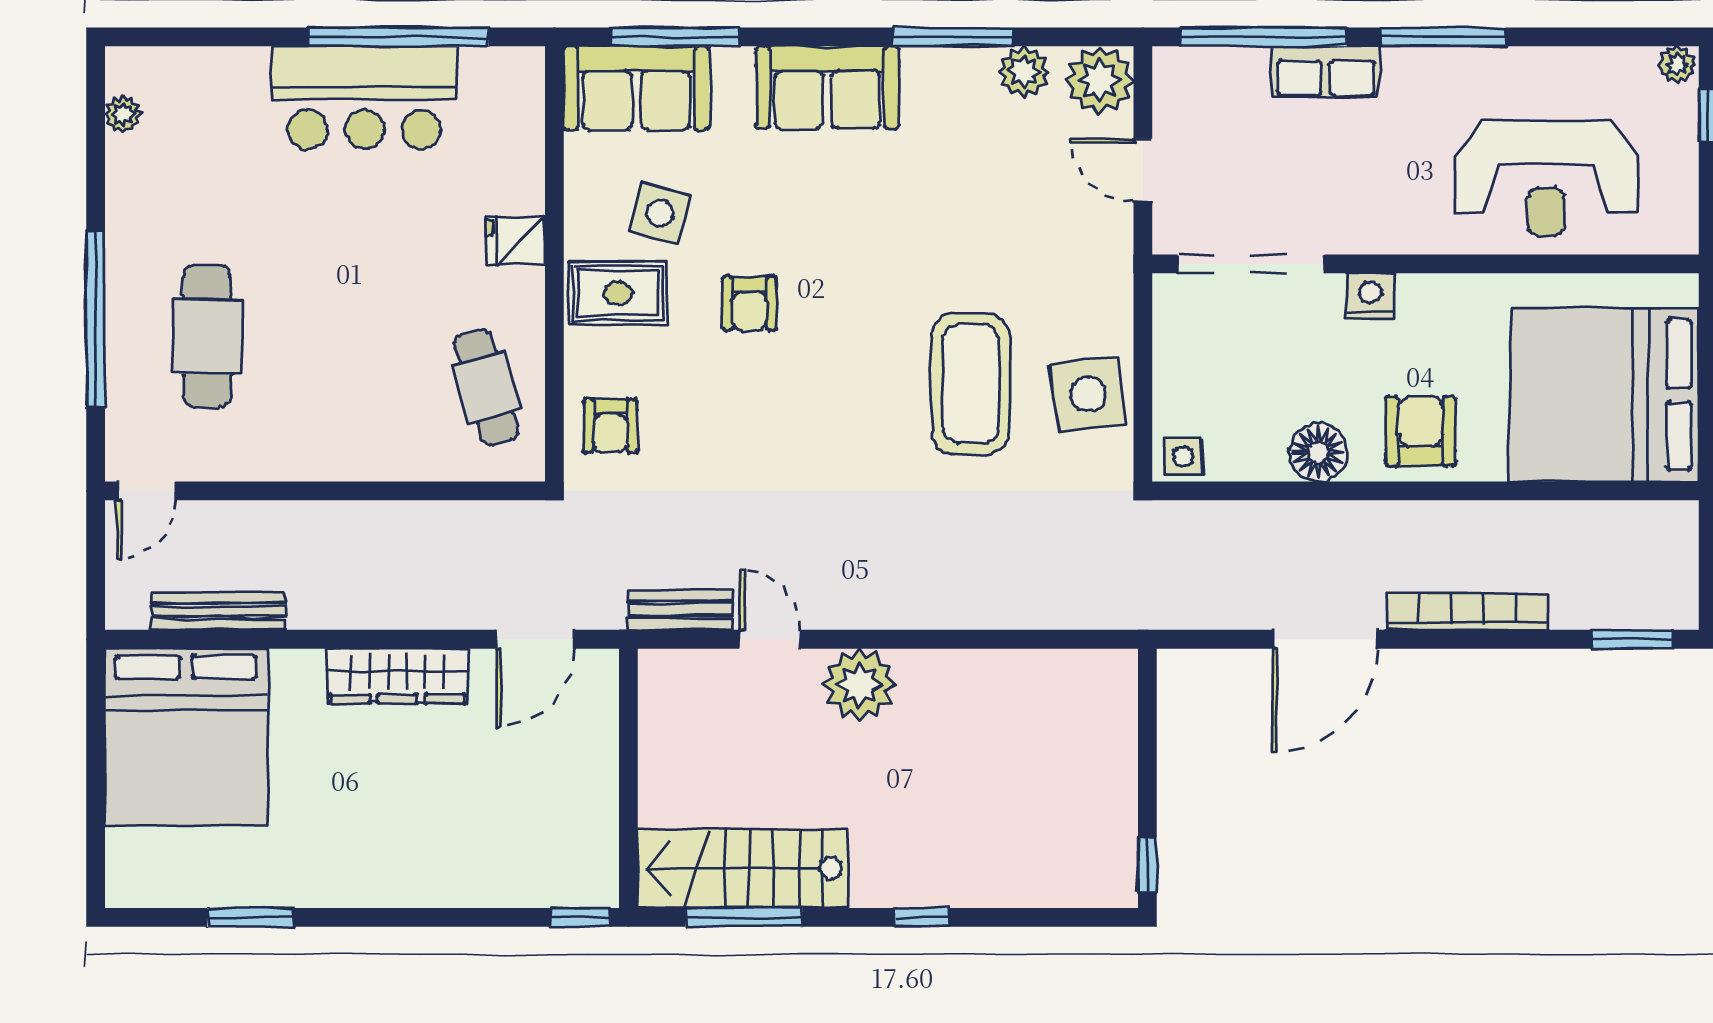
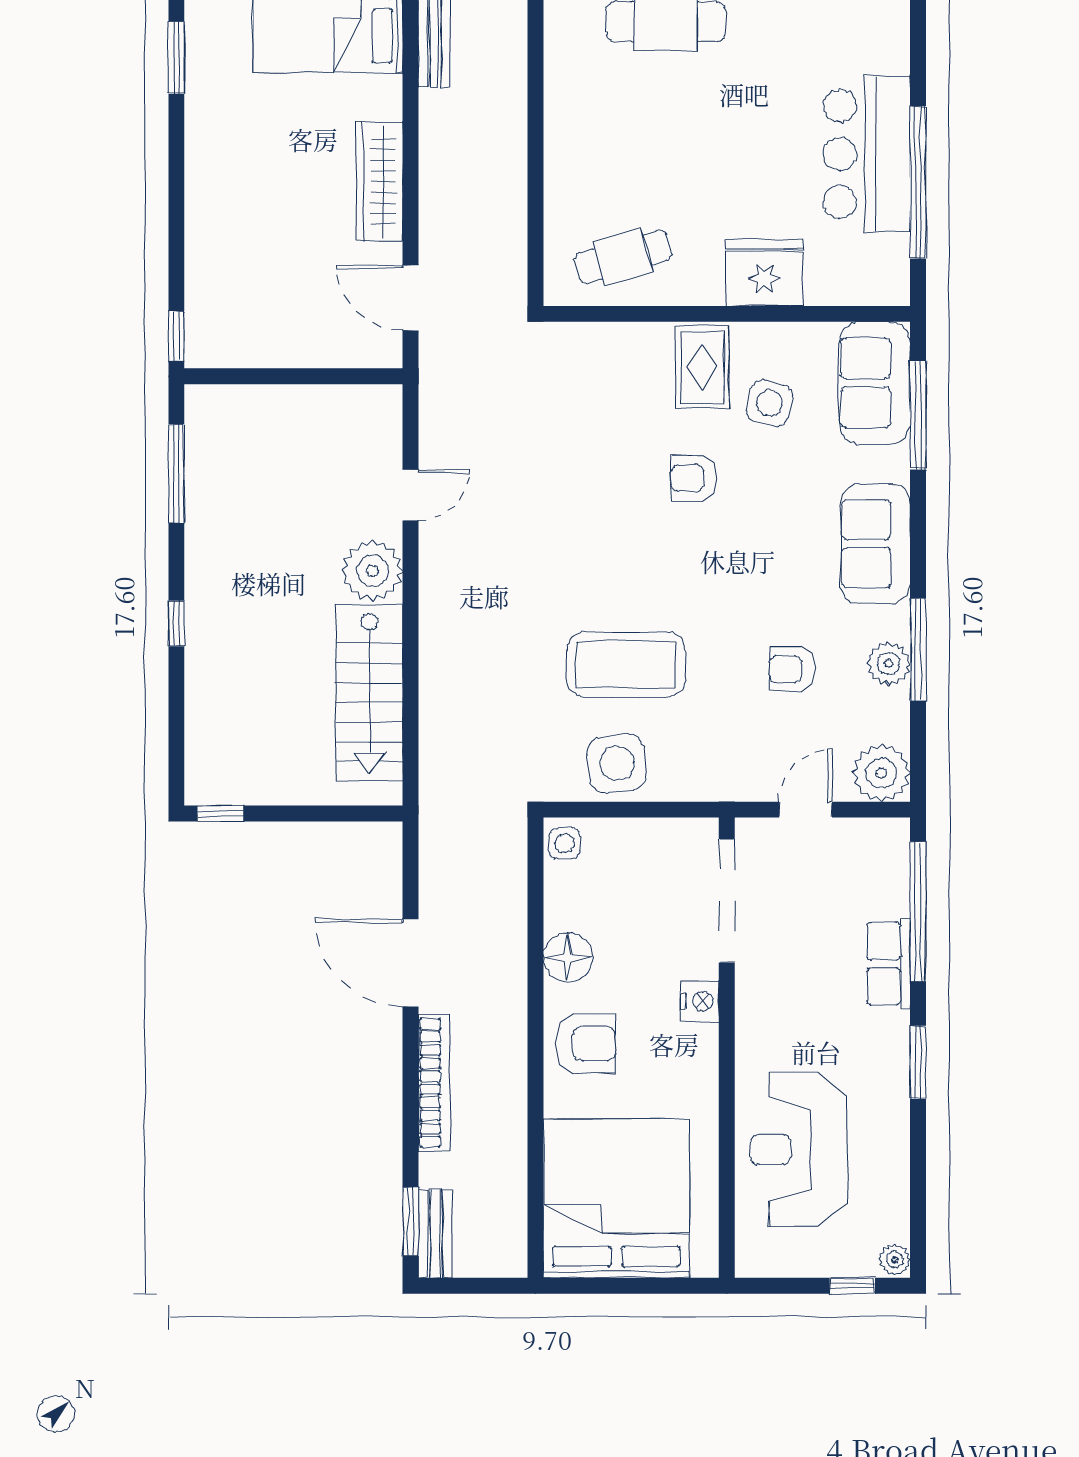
window: (1443, 37) -> (918, 1062), width x0.69
plant: (1024, 72) -> (889, 664), moved
fridge: (516, 241) -> (765, 273), width x1.88, depth x1.34
armchair: (610, 426) -> (792, 669), moved
bench: (680, 610) -> (435, 1234), moved
stairs: (743, 868) -> (369, 693), moved, turned 180

